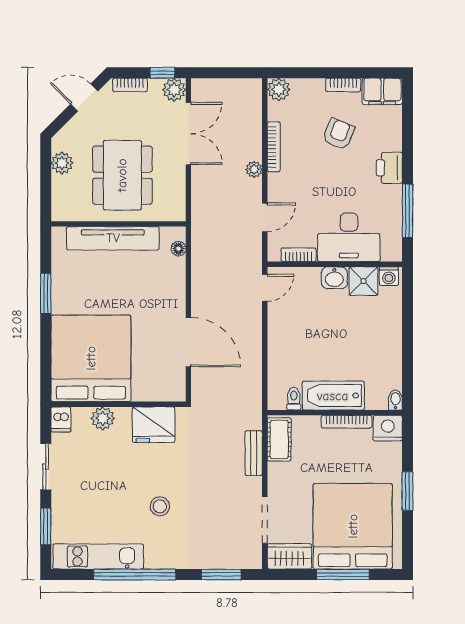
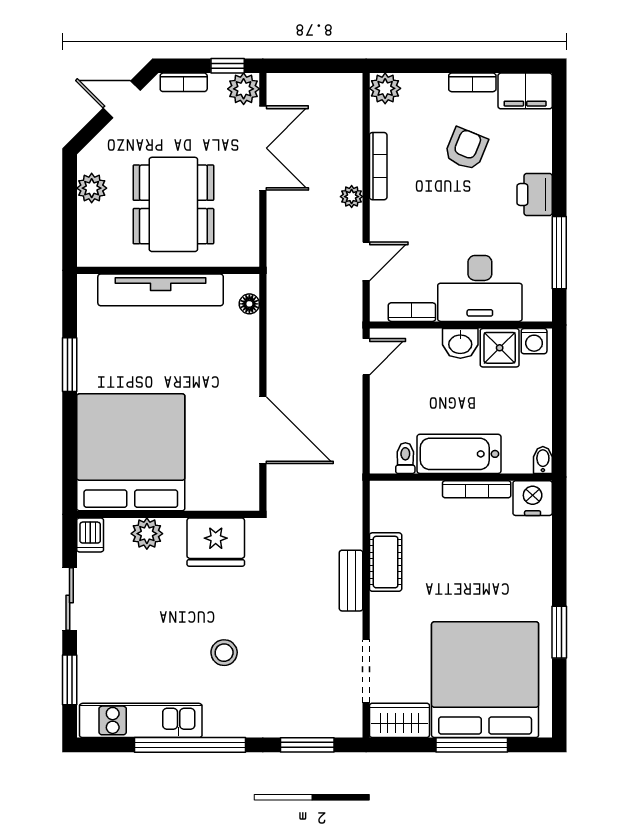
bathtub: (333, 396) -> (459, 454), moved
toilet: (294, 399) -> (405, 458), moved
bidet: (395, 400) -> (543, 460), moved
wall: (335, 413) -> (461, 477), moved
bookcase: (346, 422) -> (477, 489), moved
nightstand: (388, 428) -> (533, 498), moved

